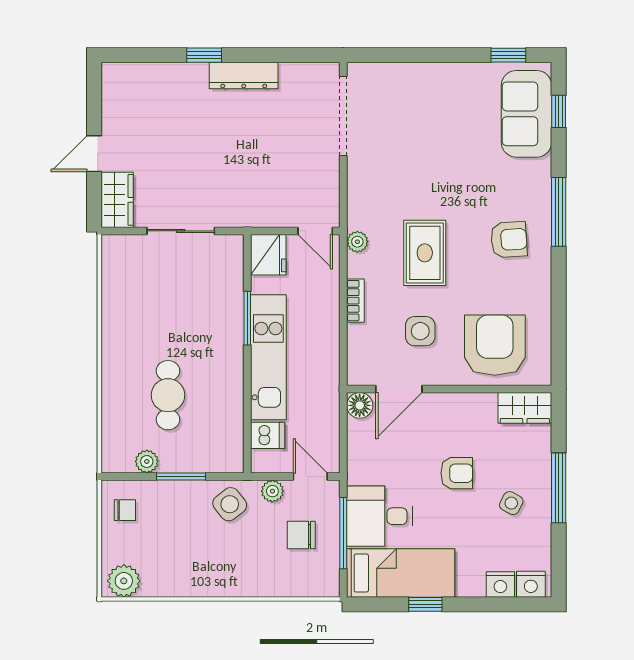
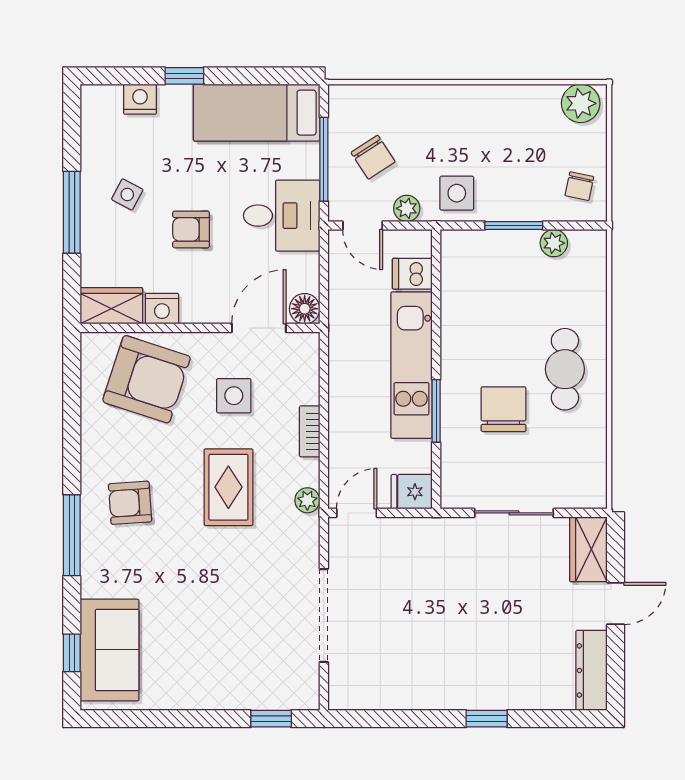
window: (508, 55) -> (271, 719), moved
dresser: (244, 76) -> (592, 670), moved, turned -90
doorway: (343, 116) -> (324, 616), moved
door: (315, 231) -> (357, 513), hinge flipped
fridge: (268, 255) -> (412, 492), width x0.72
chair: (190, 320) -> (504, 409), added
armchair: (495, 345) -> (146, 379), turned -72
cafe table: (168, 395) -> (565, 369), moved
side table: (230, 504) -> (457, 193), turned 38
chair: (125, 510) -> (579, 186), turned -78
desk: (379, 516) -> (282, 216), moved
chair: (301, 535) -> (373, 157), turned 57
nightstand: (531, 584) -> (162, 309), moved, turned 180
window: (425, 604) -> (184, 76), moved

